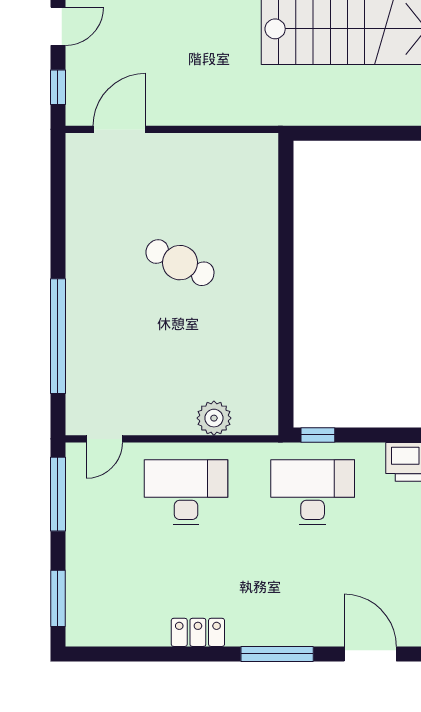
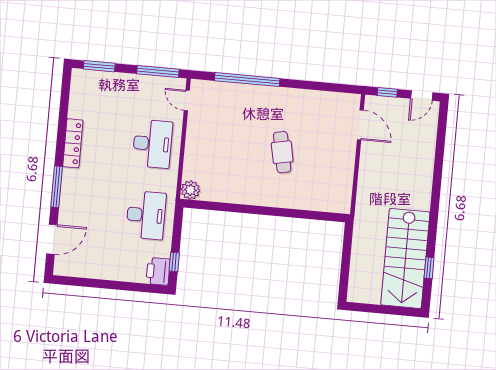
door: (58, 26) -> (422, 95), hinge flipped
cafe table: (180, 263) -> (282, 152), turned -37
plant: (214, 418) -> (190, 190), moved
window: (318, 435) -> (174, 262), moved
locker: (198, 632) -> (73, 143), width x1.53

